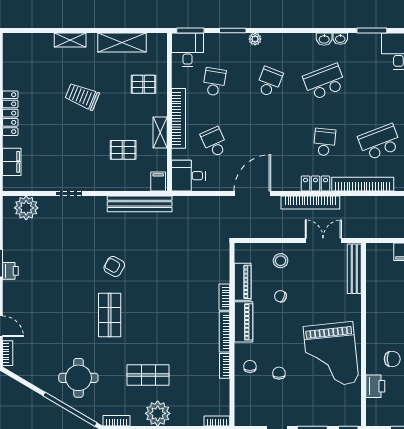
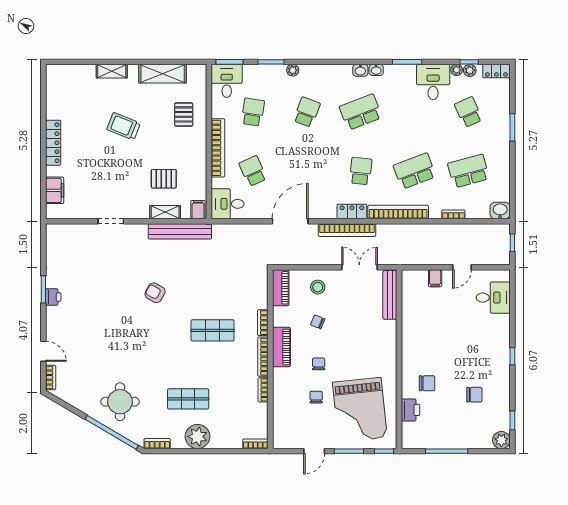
pallet: (144, 84) -> (184, 114), turned 90
shelving: (160, 132) -> (165, 212), moved, turned 90
plant: (26, 208) -> (69, 235), removed
piano: (243, 282) -> (281, 288), moved
shop shelf: (110, 315) -> (213, 330), moved, turned 90
grand piano: (331, 355) -> (360, 410), moved
chair: (250, 366) -> (319, 364), moved

